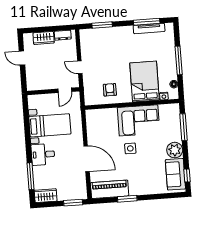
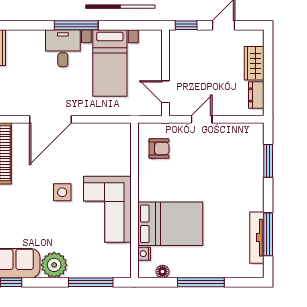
window: (24, 81) -> (186, 25), added
armchair: (110, 90) -> (159, 149), moved
window: (31, 176) -> (76, 25), moved

